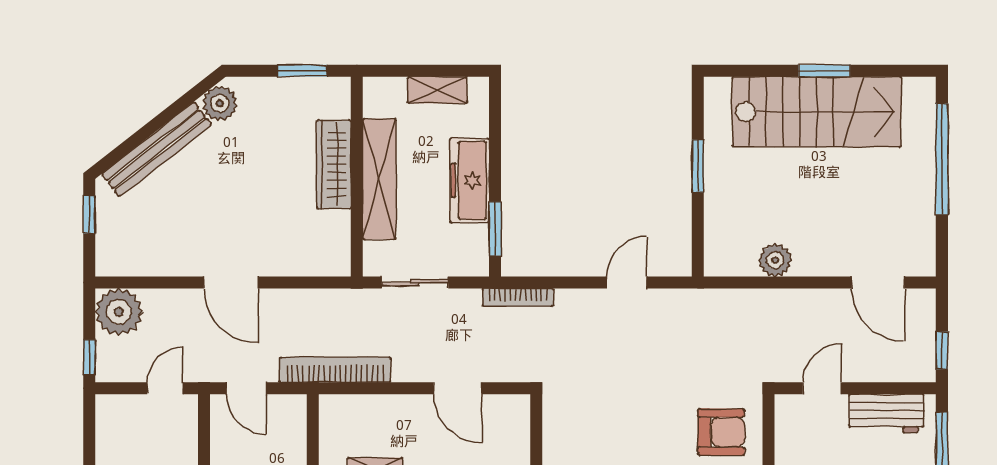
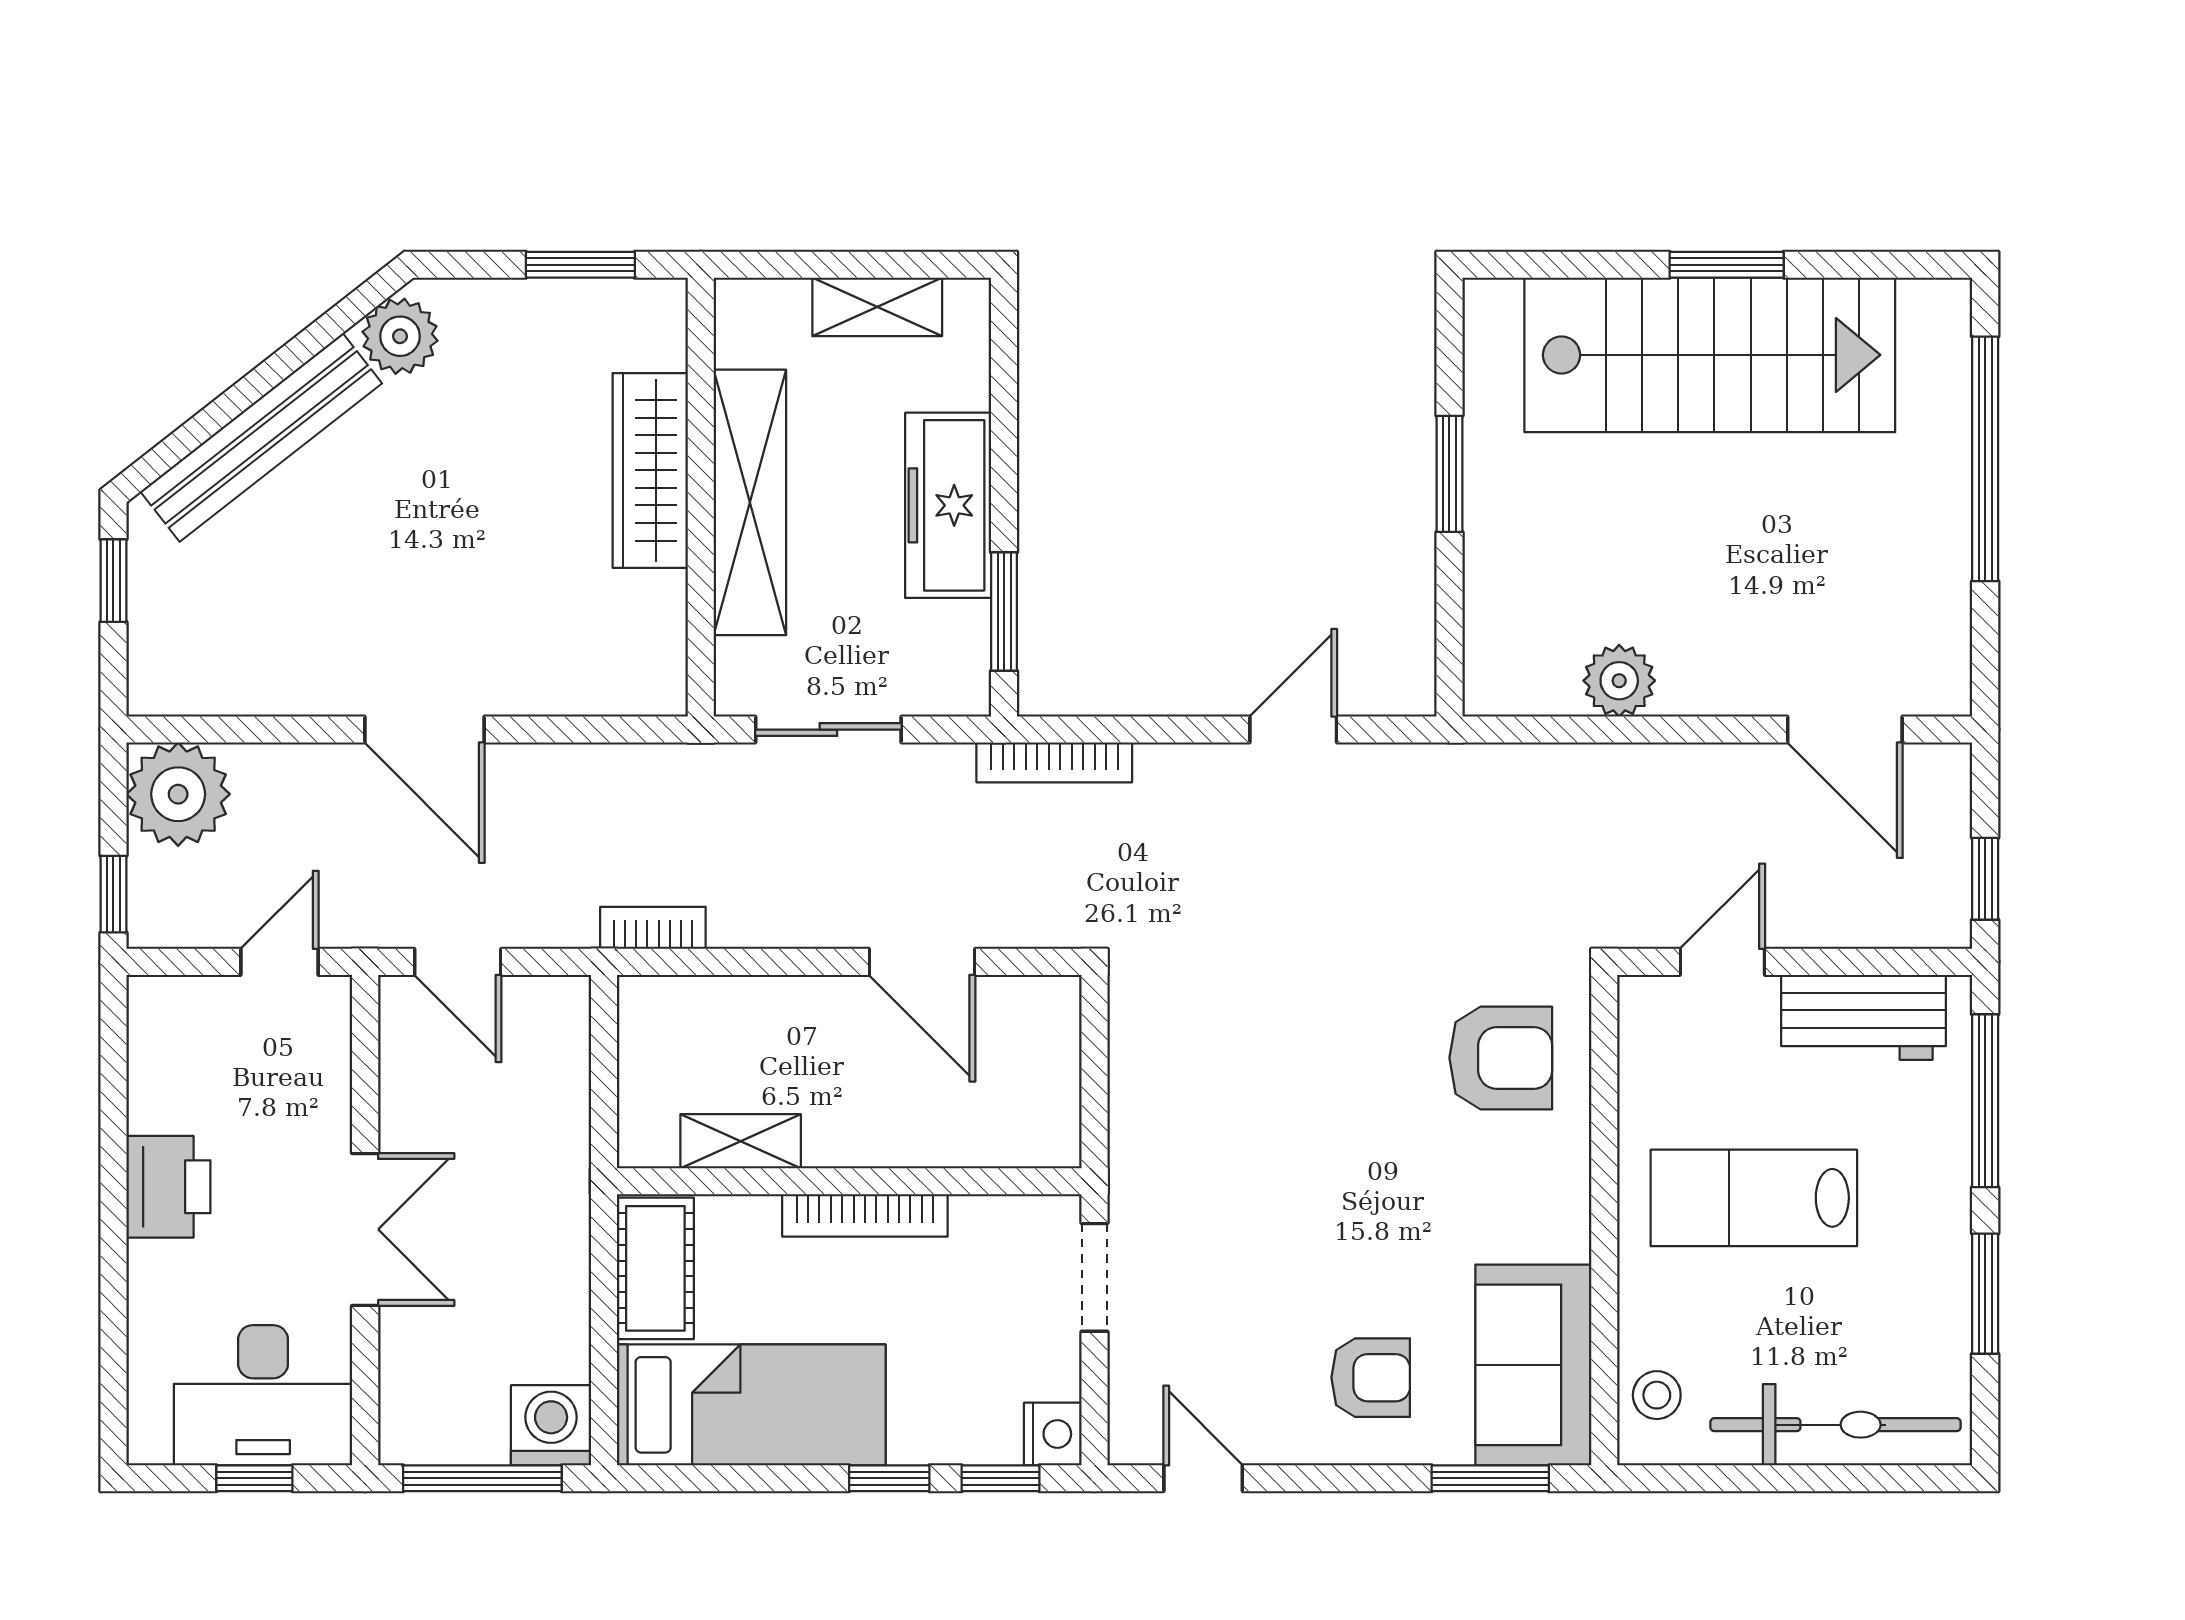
bookcase: (335, 370) -> (653, 928), width x0.43, depth x0.76

